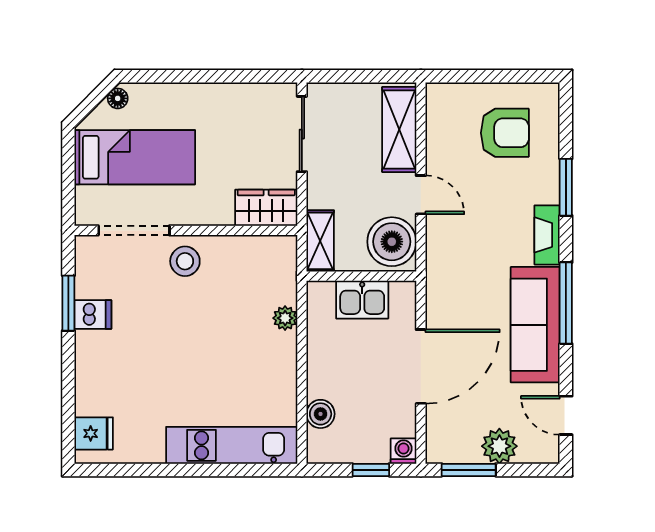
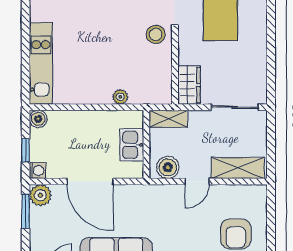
boiler: (392, 242) -> (168, 167), width x0.73, depth x0.73
boiler: (321, 414) -> (38, 119), moved
plant: (499, 446) -> (40, 195), moved

